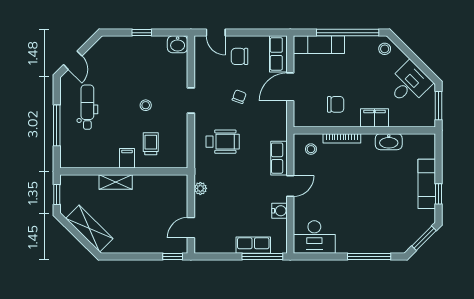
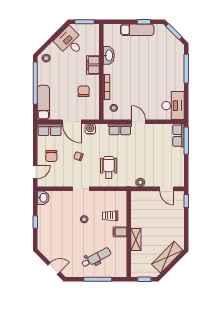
dental chair: (87, 107) -> (96, 258), moved, turned 152
water cooler: (280, 211) -> (90, 129), moved
row of seats: (253, 245) -> (179, 136), moved

